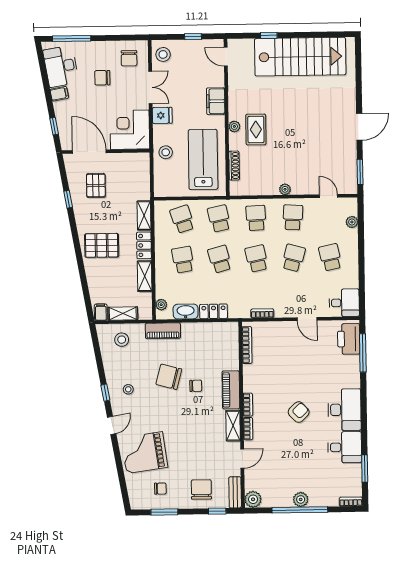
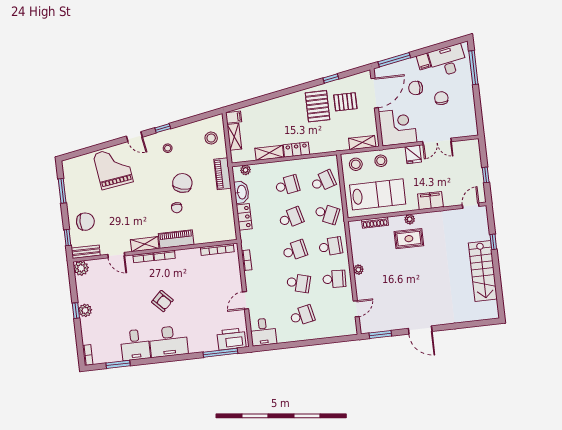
stool: (163, 54) -> (356, 164), moved
stairs: (300, 57) -> (483, 271), width x0.73, depth x0.66
chair: (129, 58) -> (416, 88), moved
window: (54, 126) -> (394, 60), width x2.17
shelving: (144, 215) -> (362, 143), moved
school desk: (219, 219) -> (327, 214), turned 36
plant: (352, 222) -> (335, 332), removed
pallet: (102, 245) -> (317, 106), moved
chair: (160, 489) -> (83, 185), removed
window: (300, 510) -> (76, 311), width x0.32

